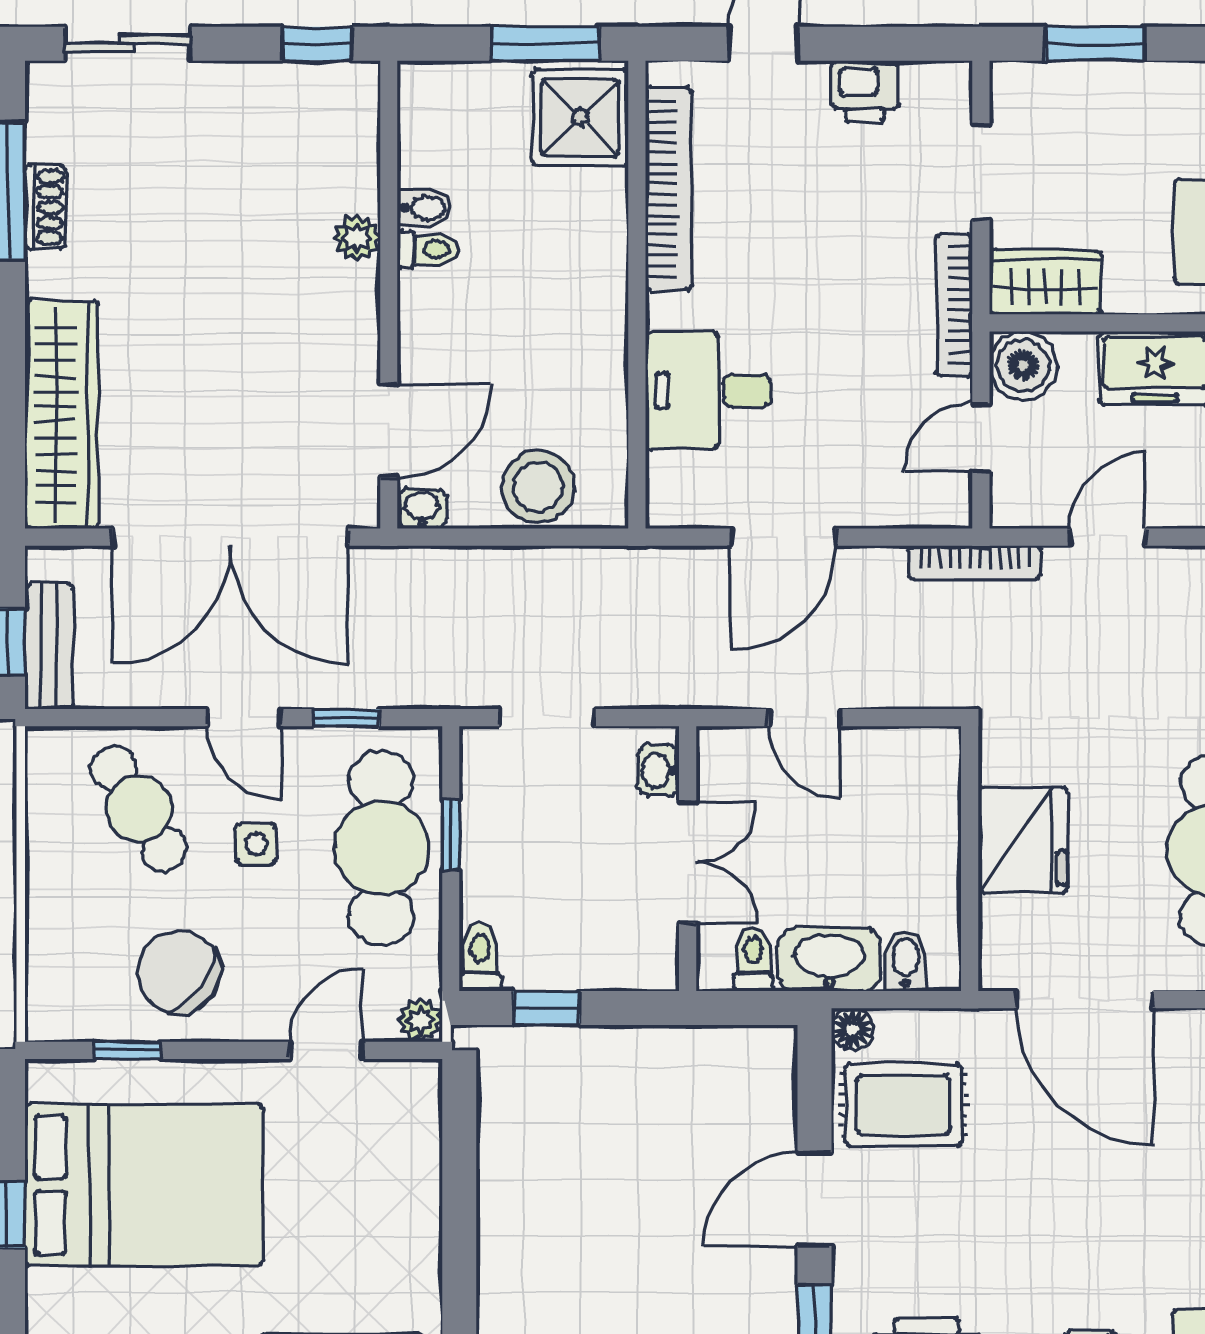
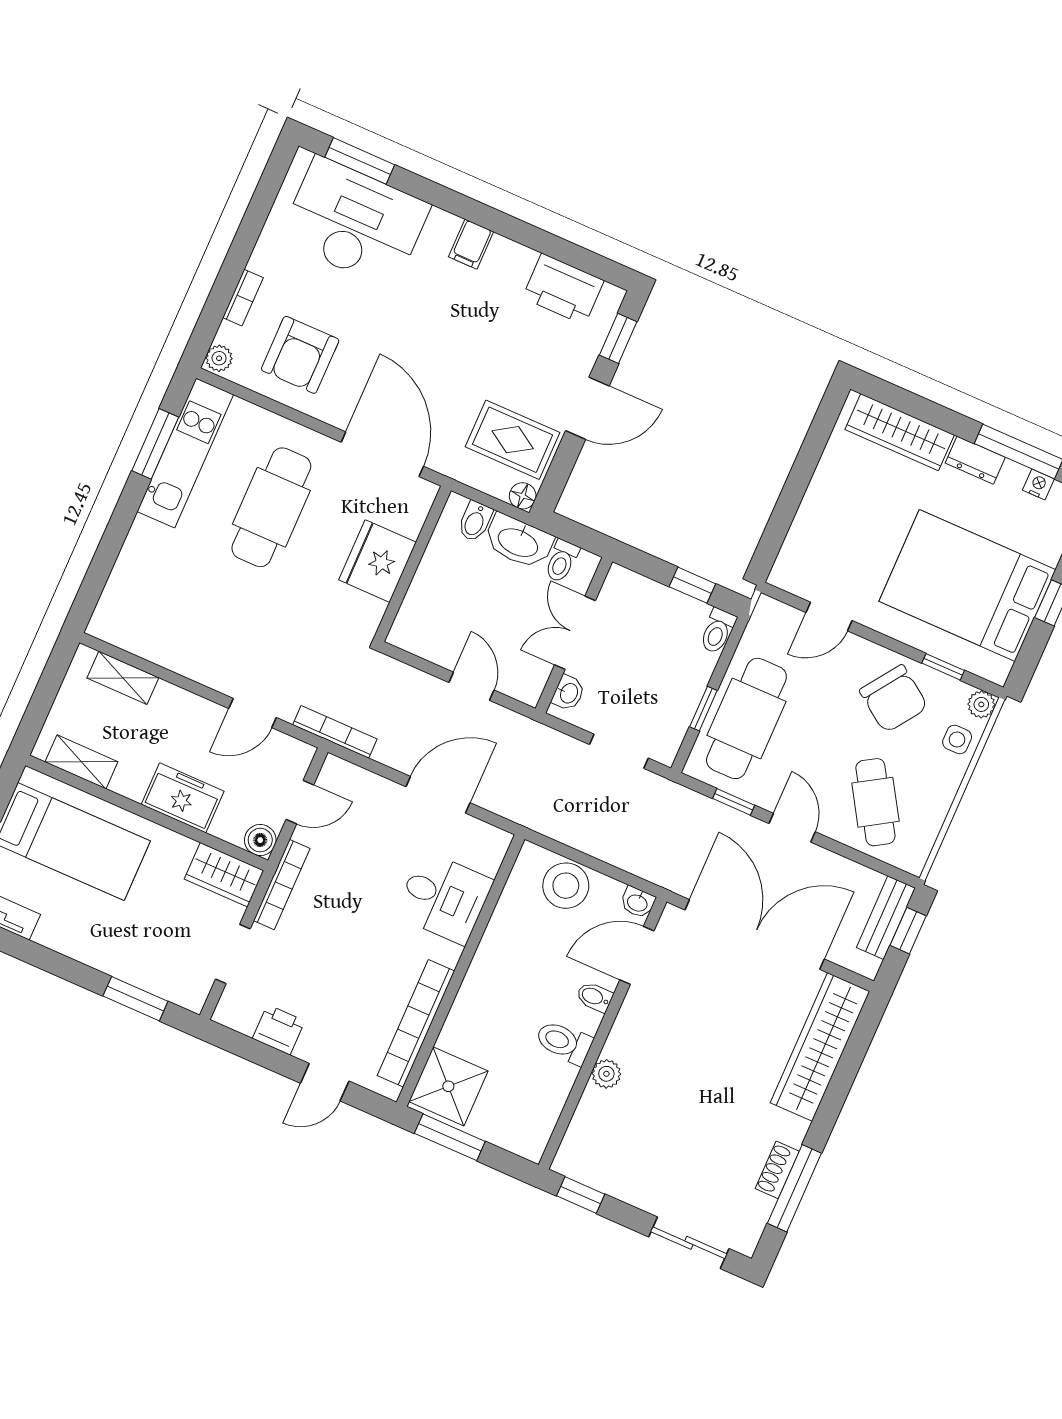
bidet: (424, 208) -> (595, 997), moved
toilet: (428, 249) -> (564, 1042), width x1.37, depth x1.39
boiler: (1023, 365) -> (260, 840), width x0.73, depth x0.73
side table: (256, 844) -> (957, 740), moved
plant: (420, 1020) -> (981, 704), moved

